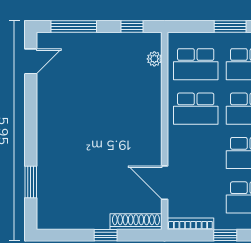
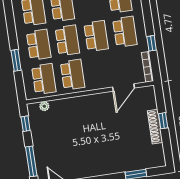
shoe rack: (136, 222) -> (155, 127), moved

